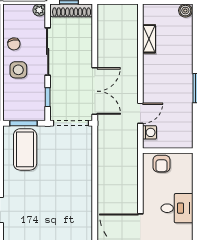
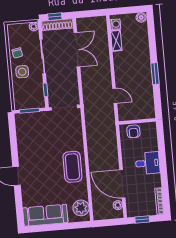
double door: (95, 91) -> (77, 50), moved
door: (140, 113) -> (115, 96), hinge flipped
washing machine: (149, 132) -> (115, 24), moved
coffee table: (25, 149) -> (72, 167), moved

